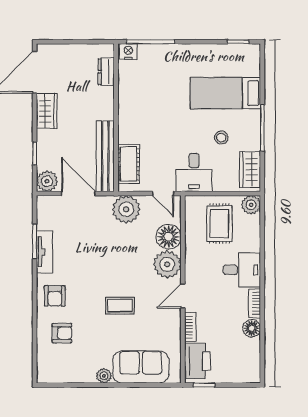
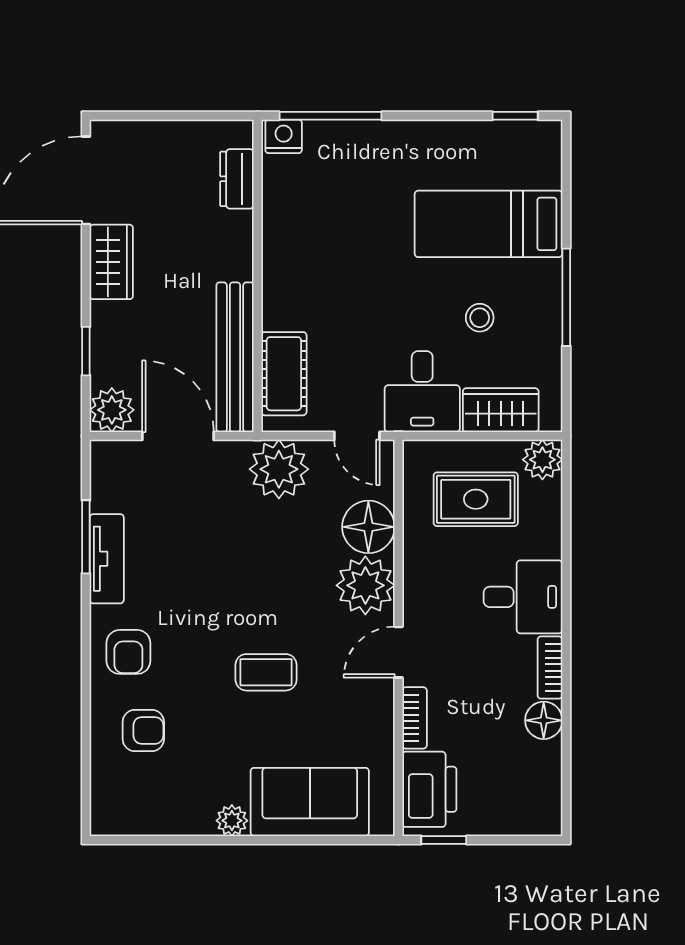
wardrobe: (250, 170) -> (501, 410), moved, turned 90
rug: (219, 223) -> (476, 499), turned 90

